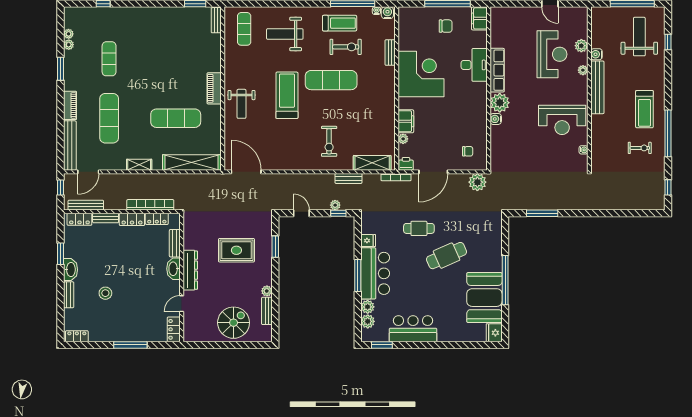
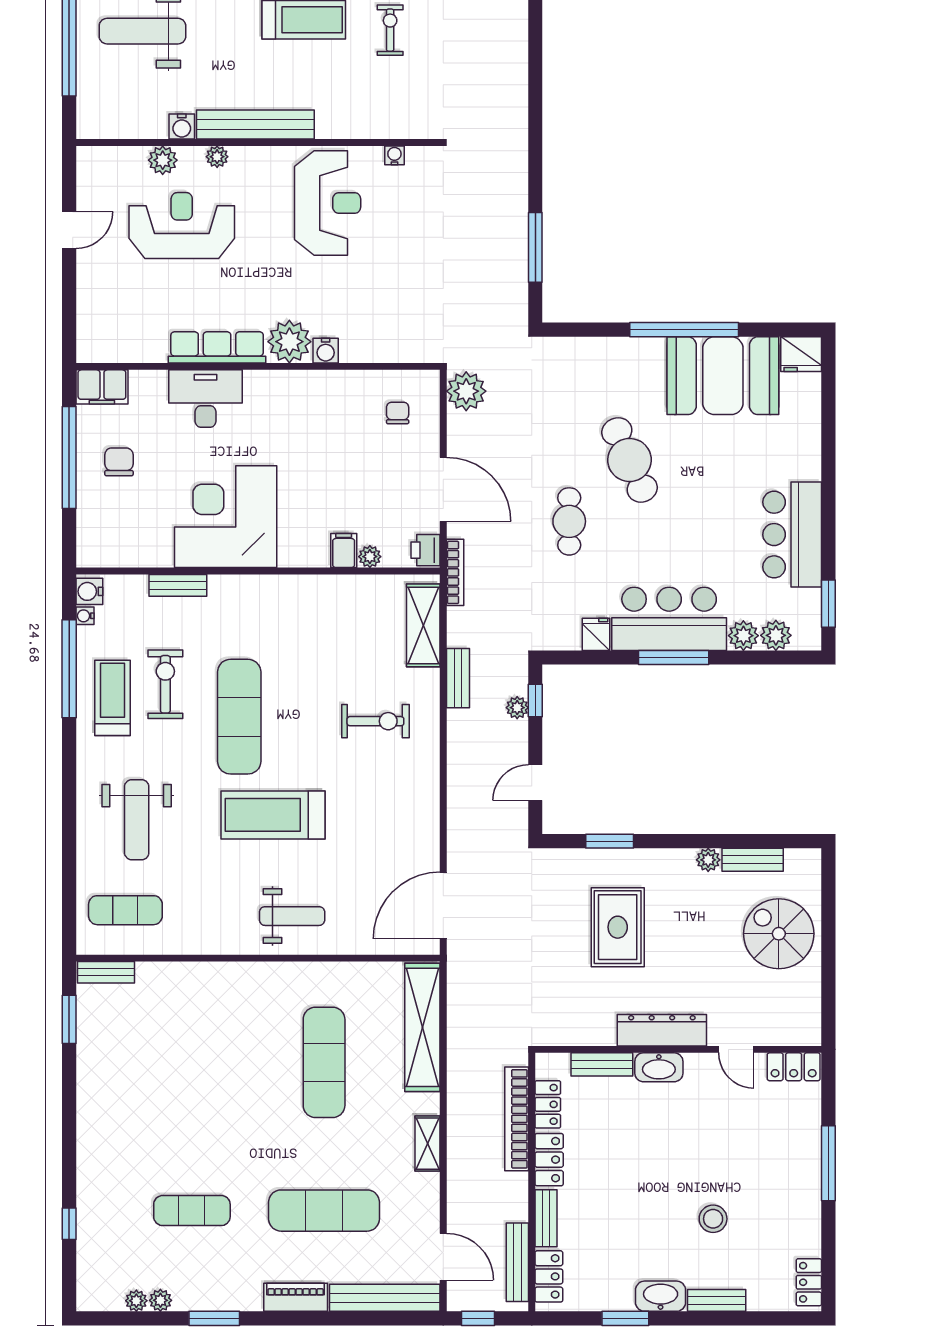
piano: (214, 88) -> (258, 977), removed
filing cabinet: (406, 121) -> (344, 551), width x0.50

